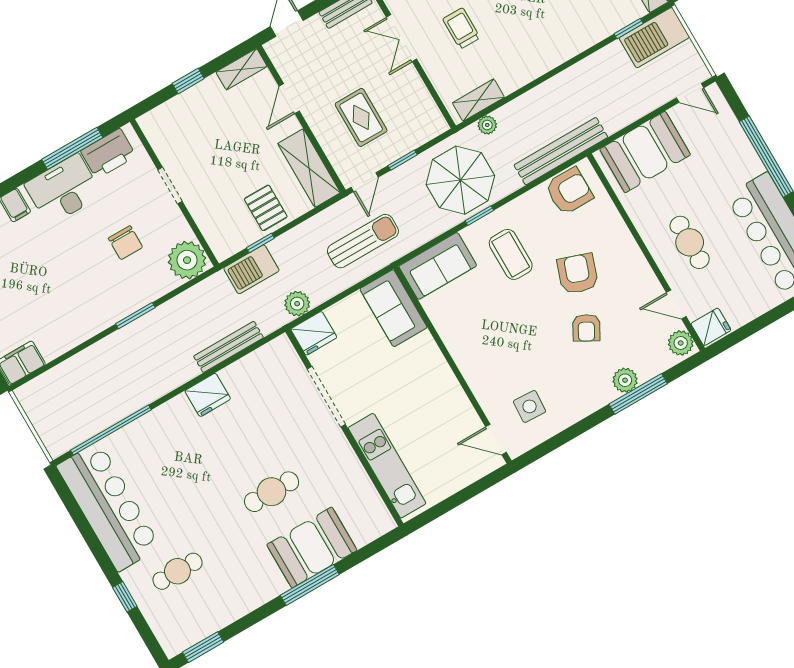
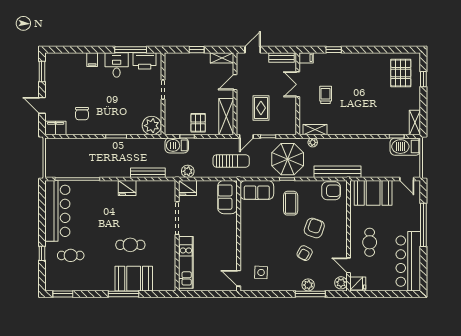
desk: (63, 189) -> (117, 65), width x0.73
chair: (125, 243) -> (82, 114), moved

